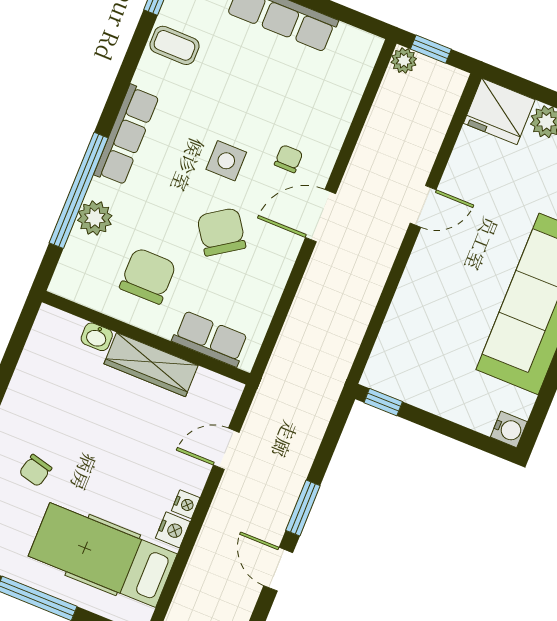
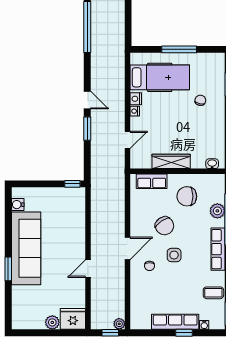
chair: (148, 276) -> (187, 196), turned 90
washbasin: (97, 337) -> (212, 164), moved
water cooler: (509, 429) -> (18, 205), moved

